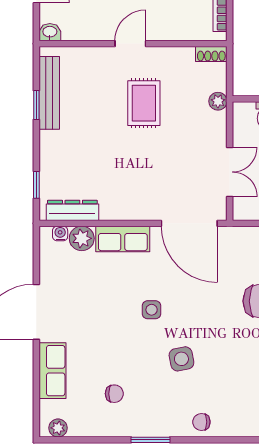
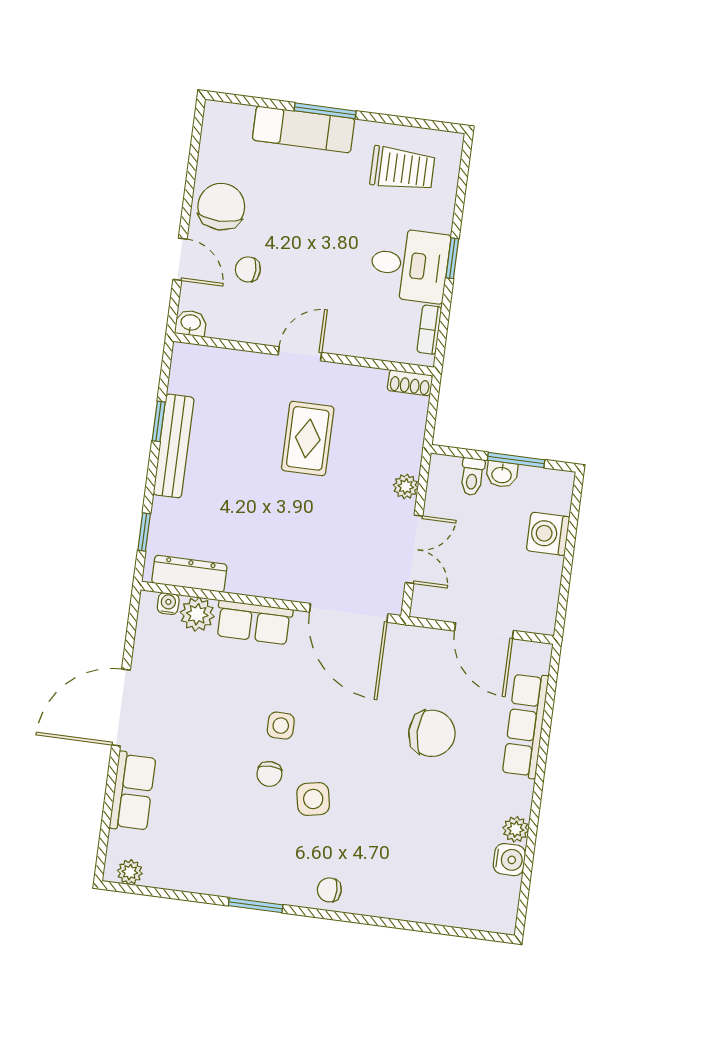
bench: (49, 93) -> (174, 446), moved
plant: (218, 101) -> (406, 486), moved
chair: (114, 394) -> (269, 774), moved, turned 90

